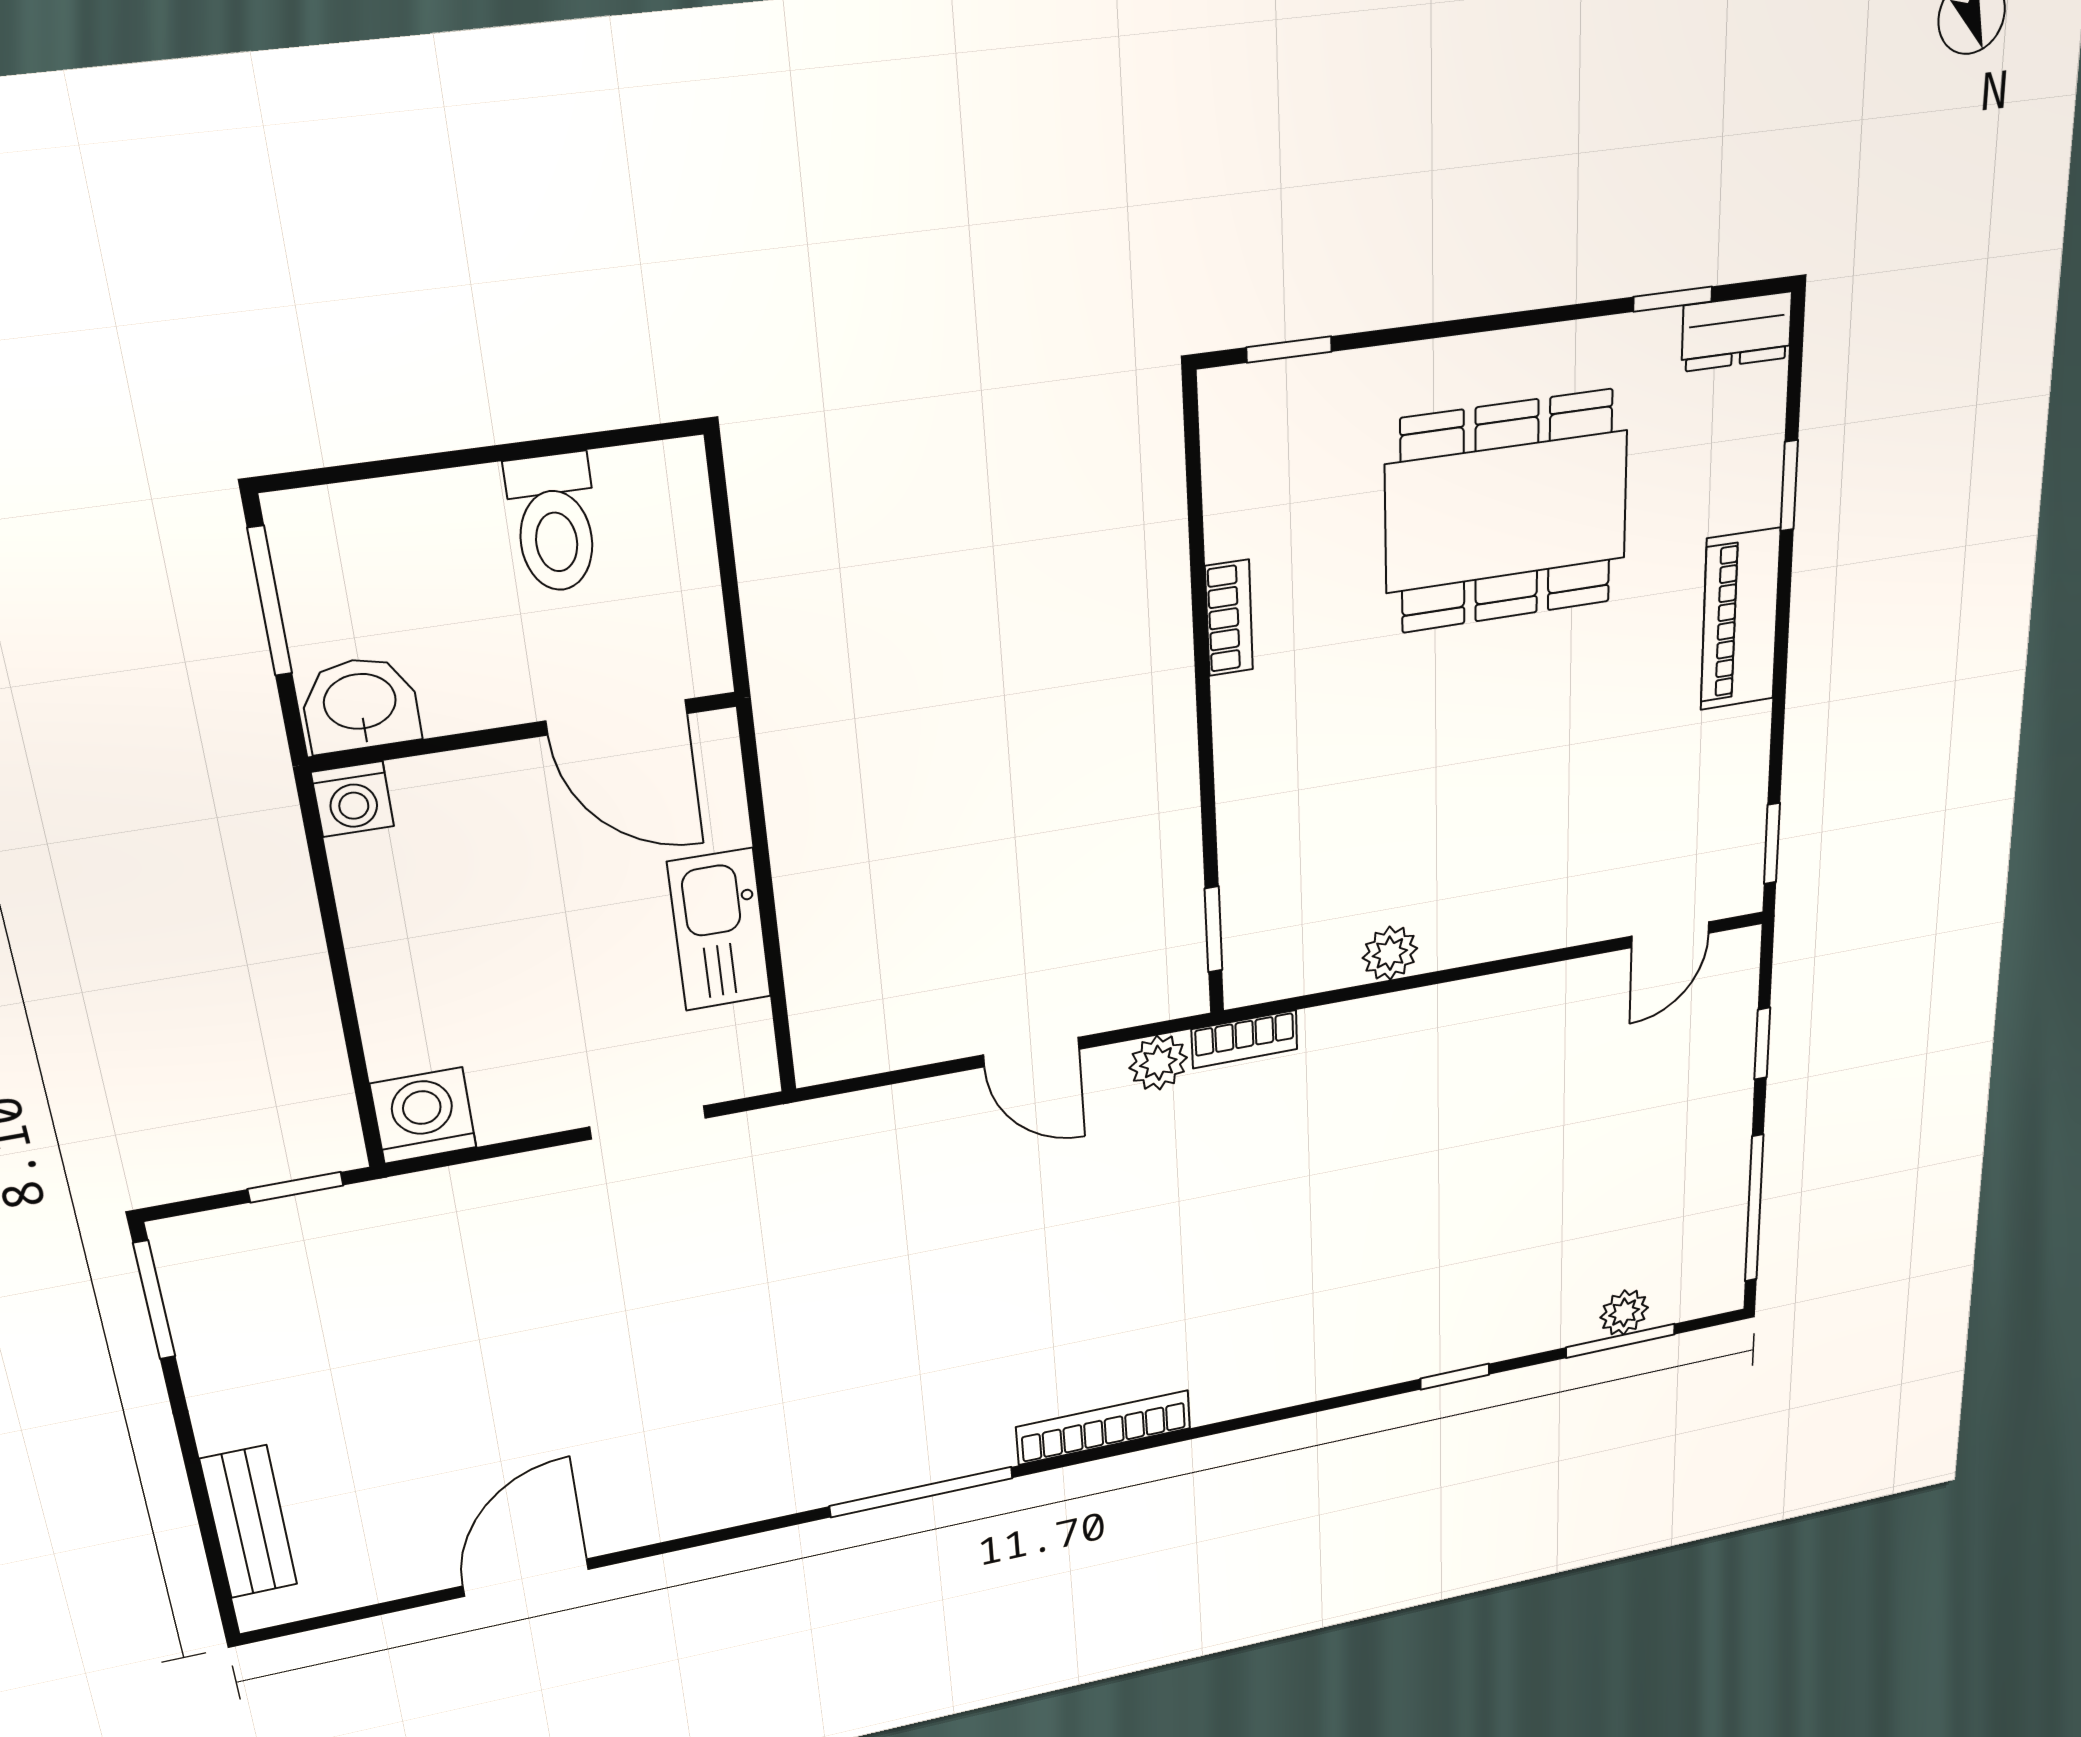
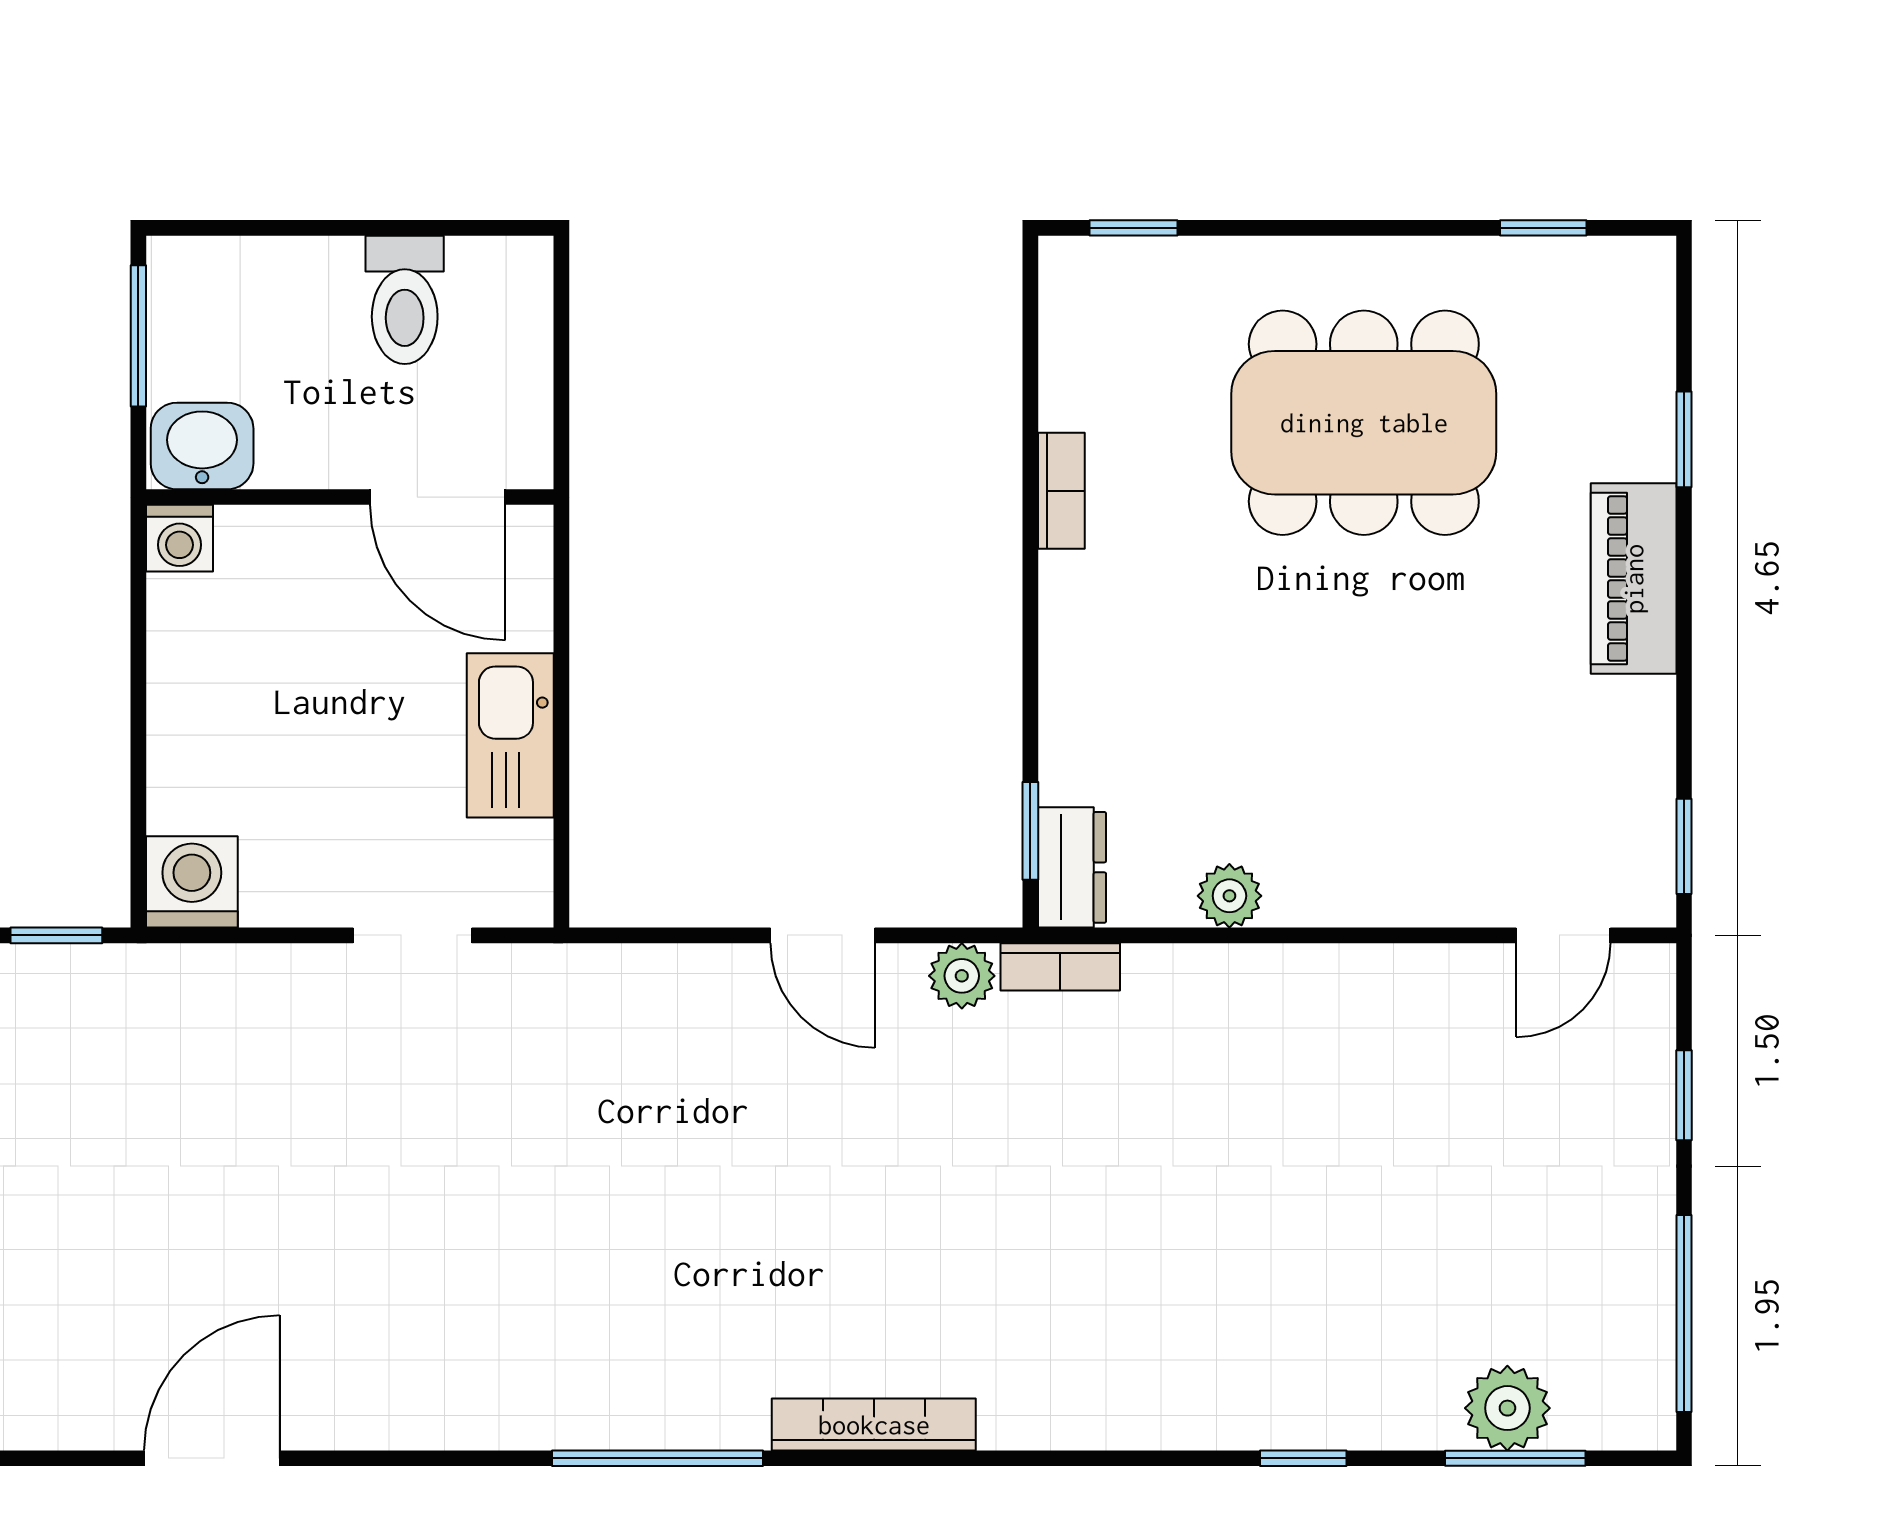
dresser: (1737, 332) -> (1072, 867), moved, turned -90
plant: (1624, 1312) -> (1507, 1408), width x1.38, depth x1.38

